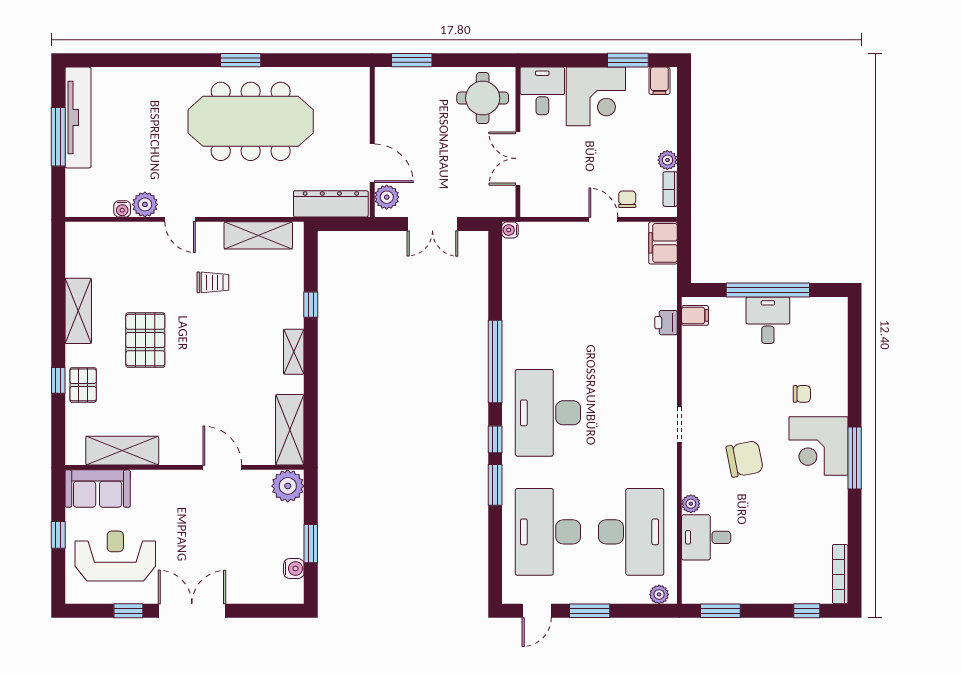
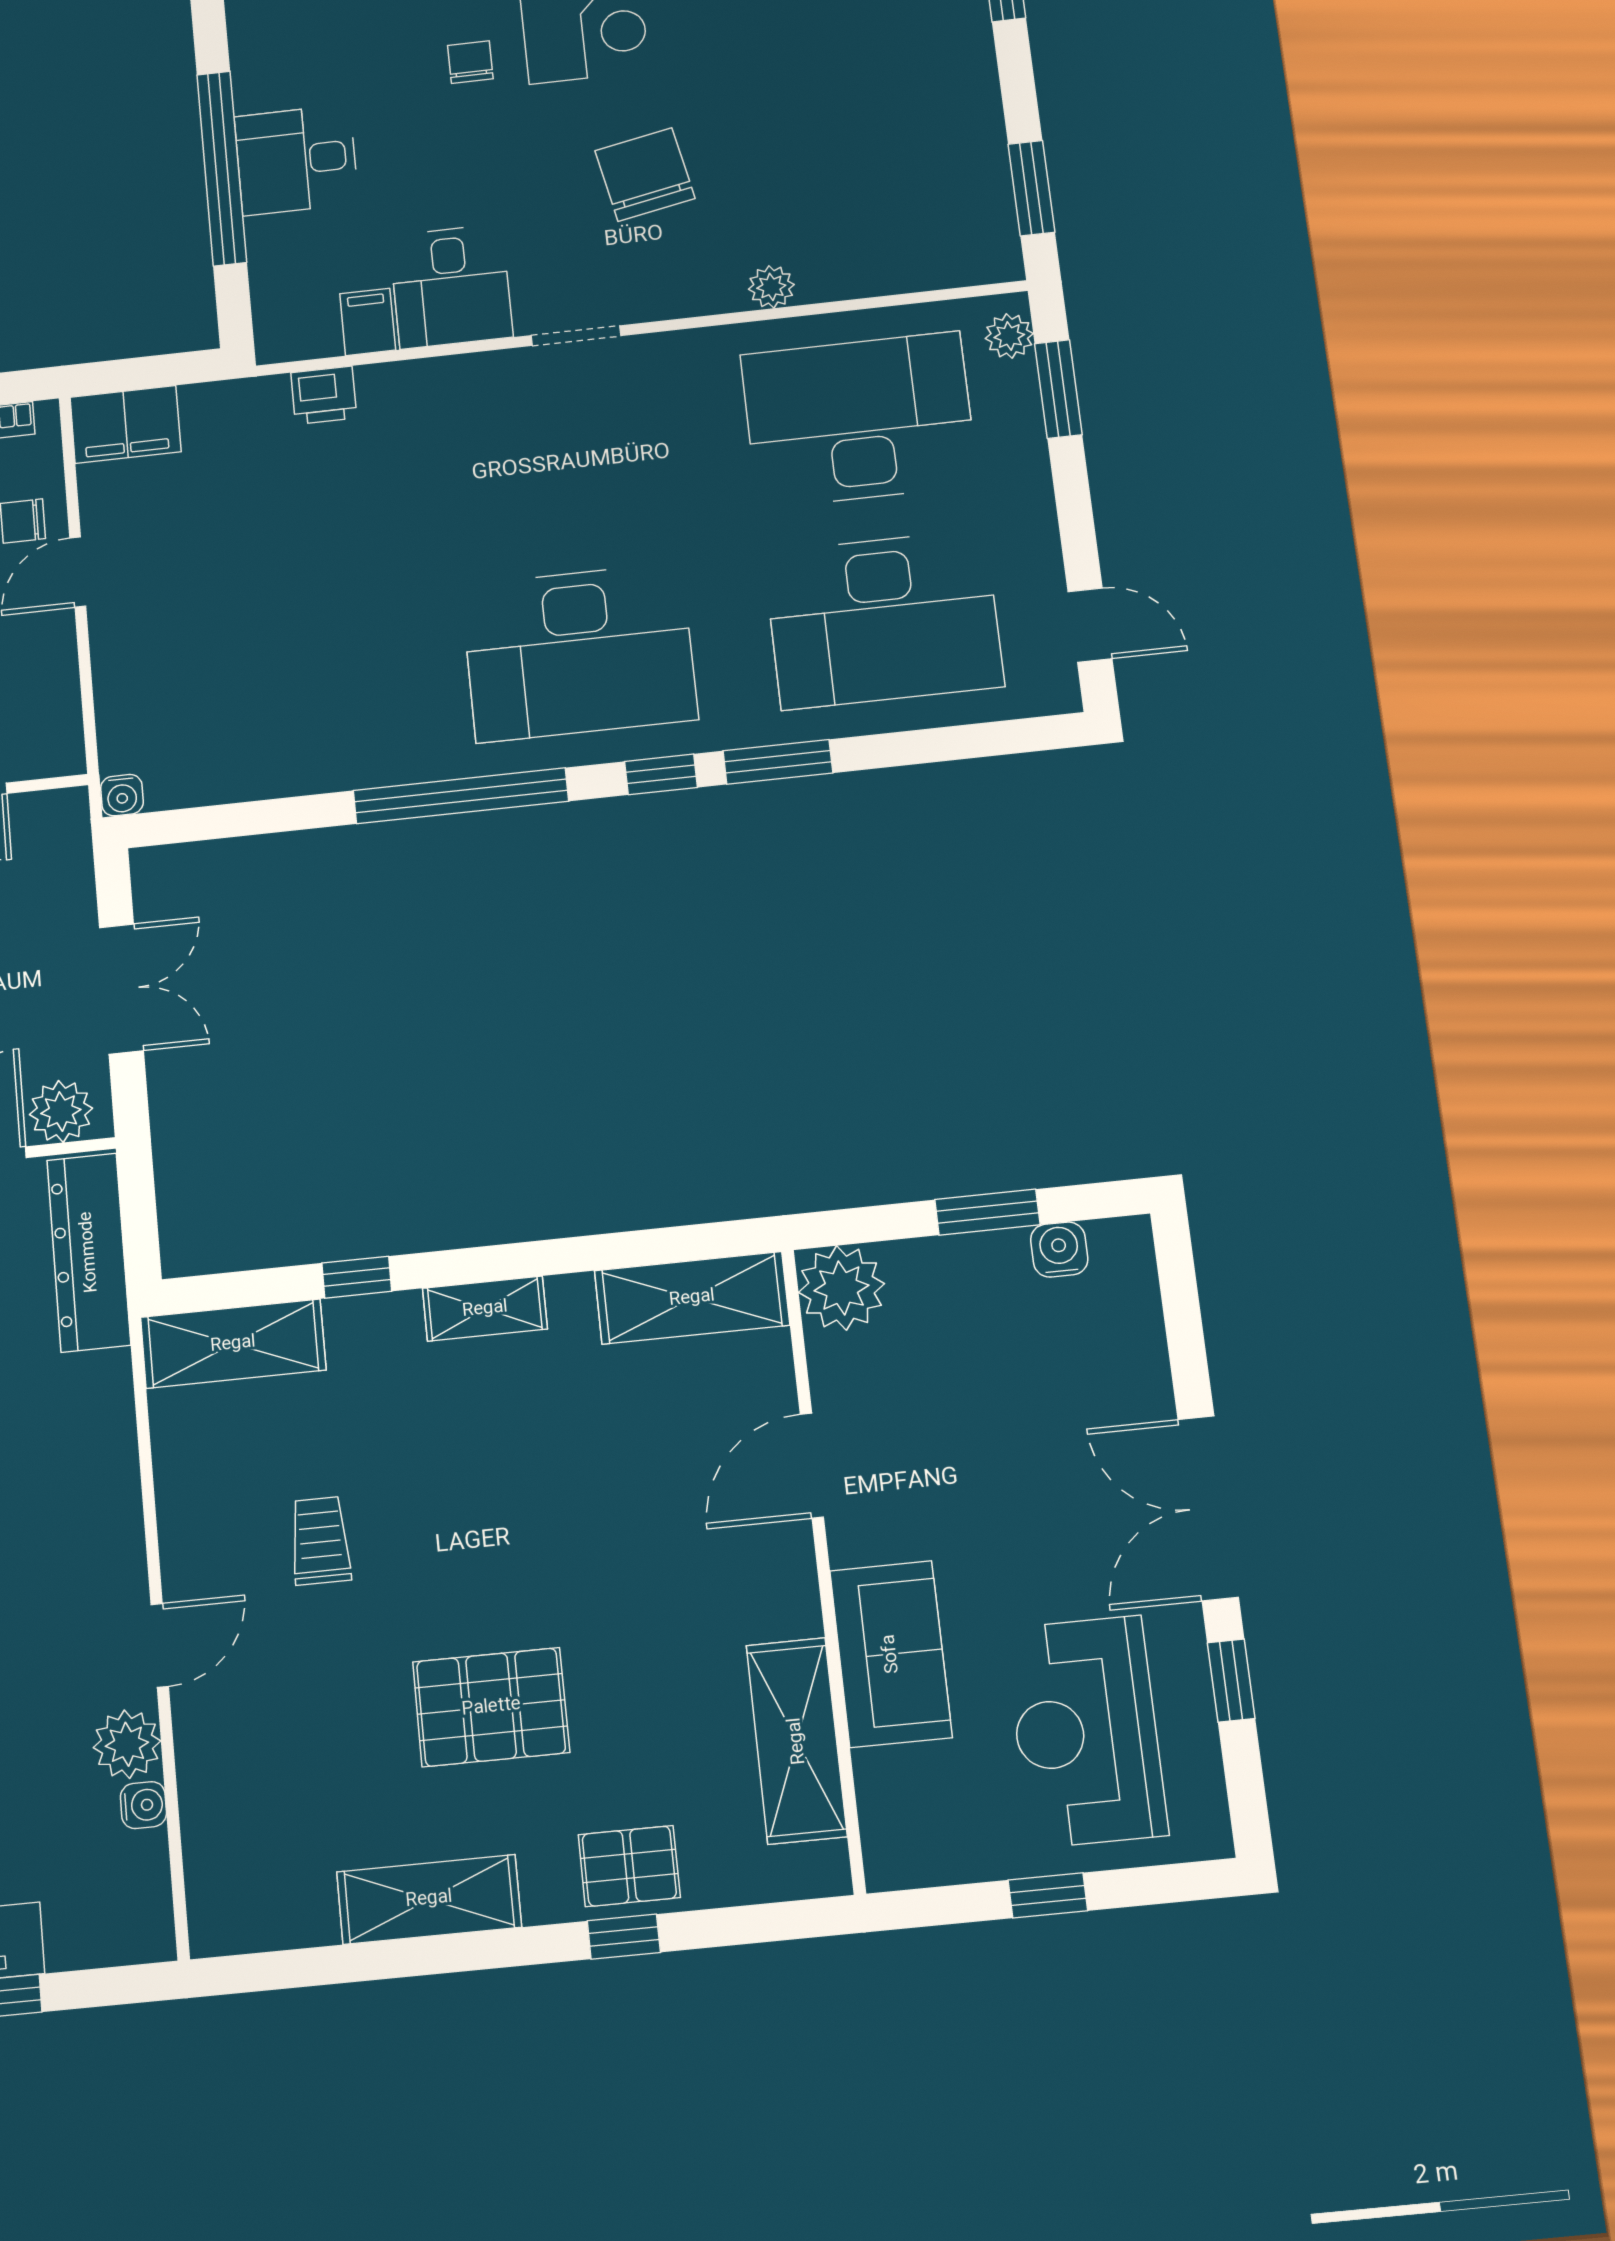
shelving: (258, 235) -> (233, 1344), moved, turned 90
filing cabinet: (695, 315) -> (368, 322), moved
sofa: (98, 489) -> (891, 1654), moved
desk: (706, 537) -> (451, 286), moved
window: (590, 611) -> (1058, 389), moved

